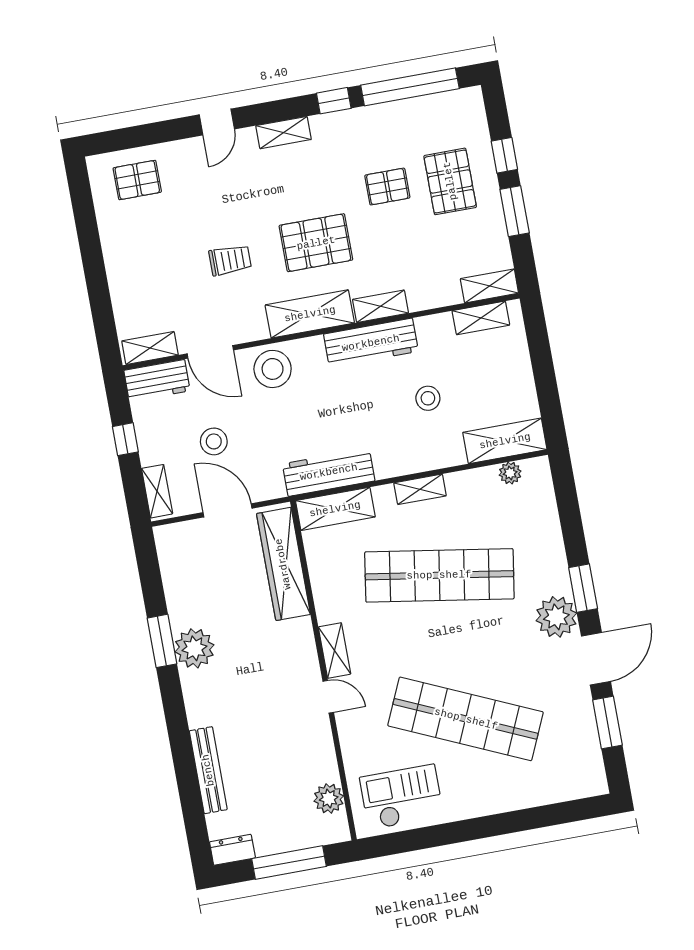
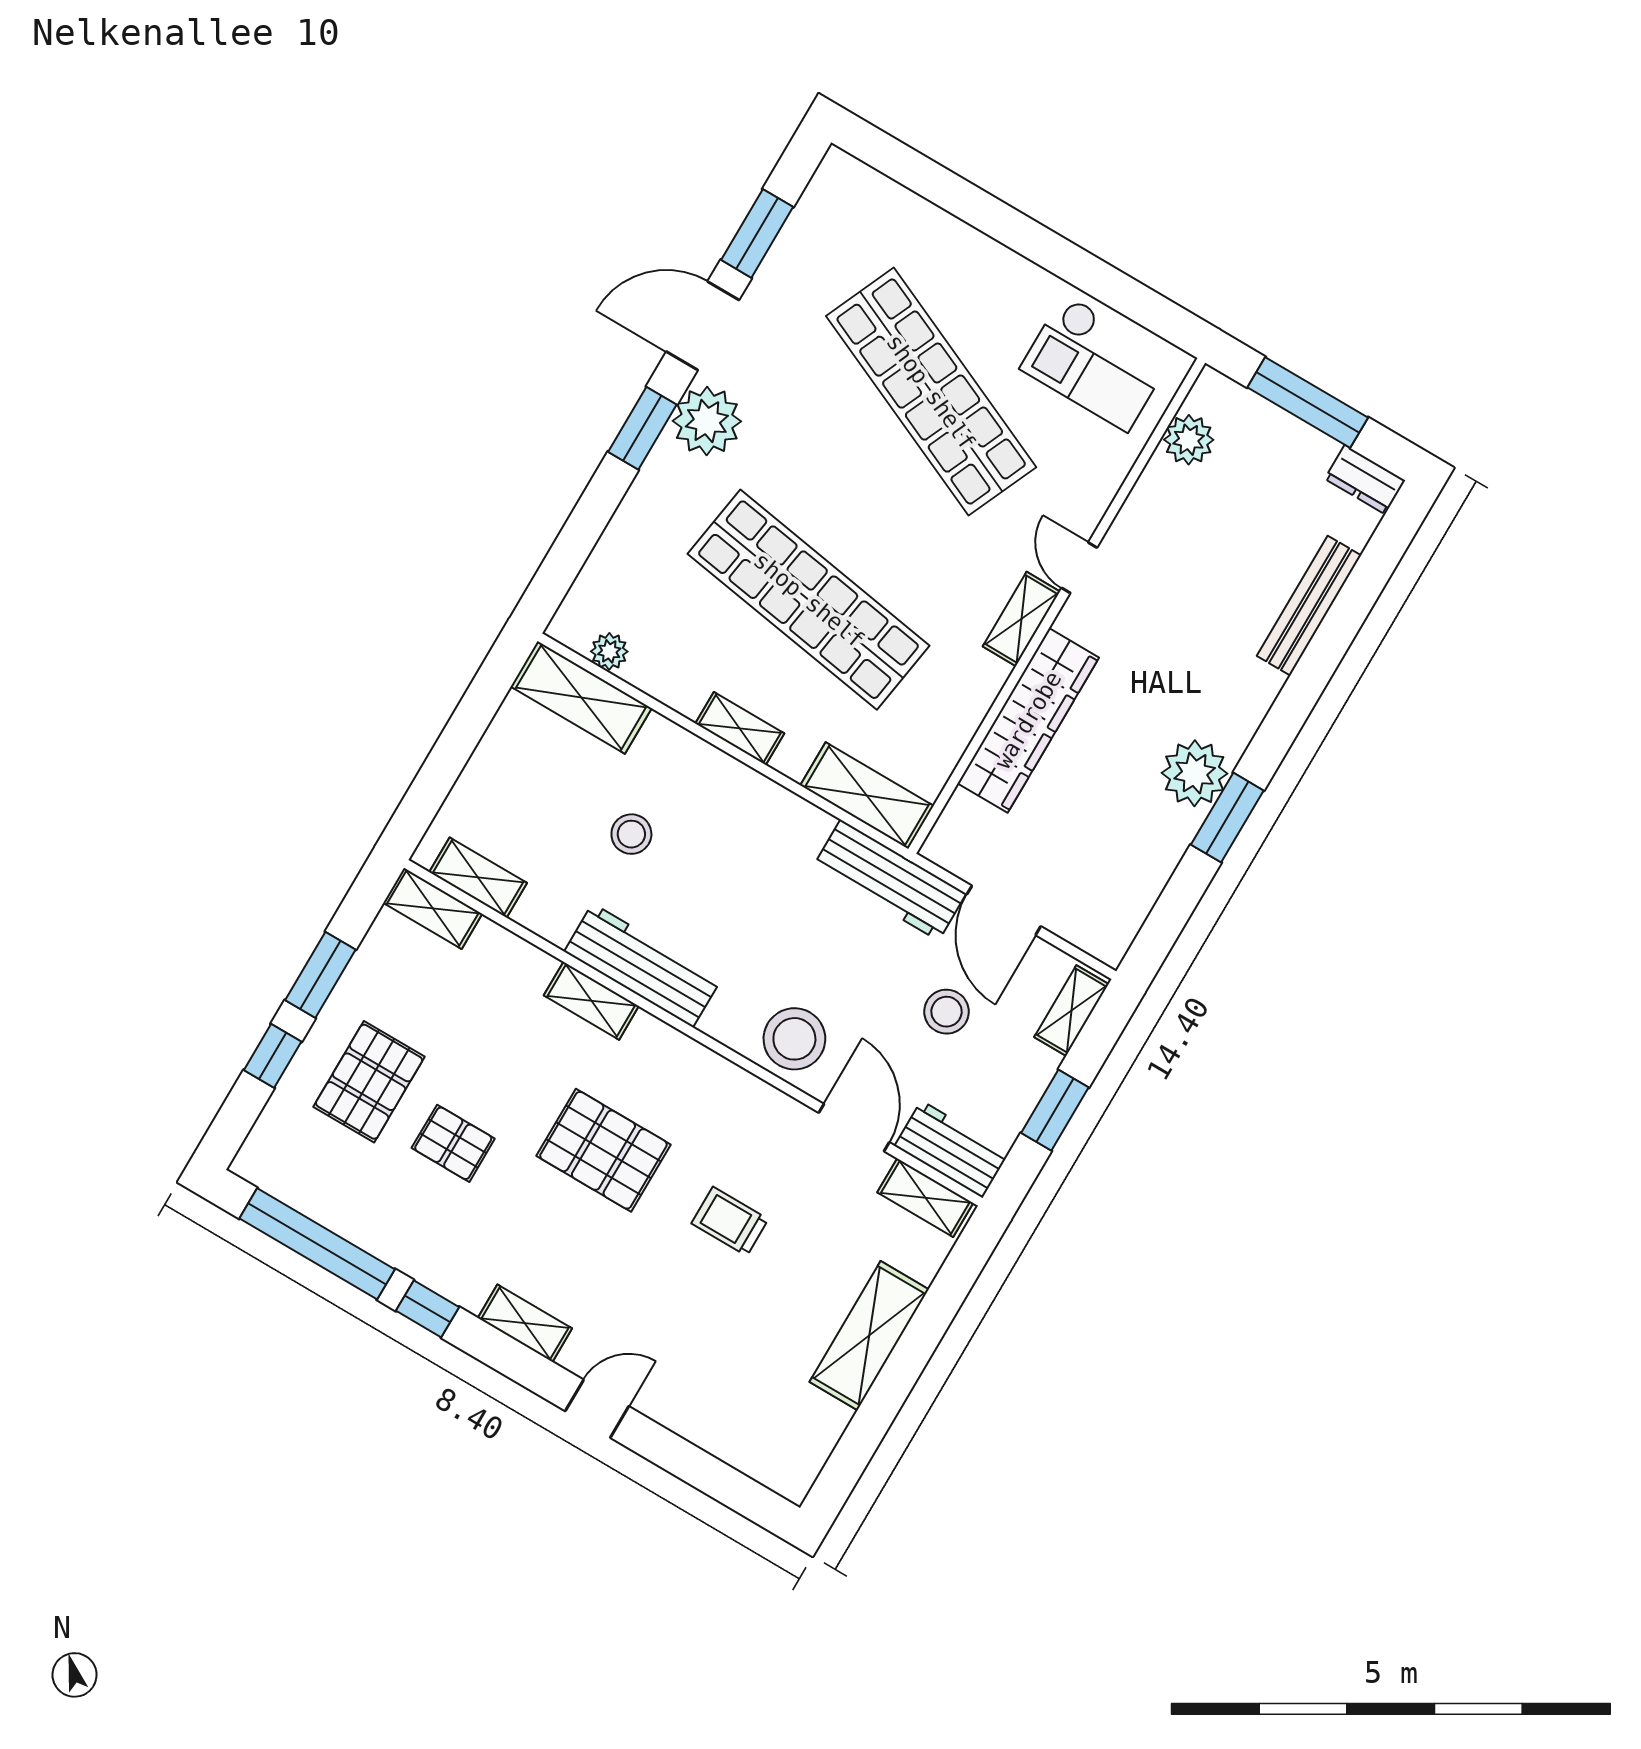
pallet: (137, 180) -> (760, 1422), removed
shelving: (310, 314) -> (869, 1336), moved, turned 90
window: (125, 439) -> (1055, 1110), width x1.50
workbench: (329, 472) -> (890, 880), moved
wardrobe: (283, 564) -> (1028, 720), moved

